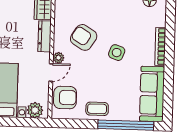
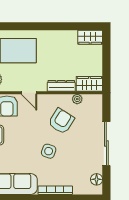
plant: (58, 58) -> (77, 99), moved

